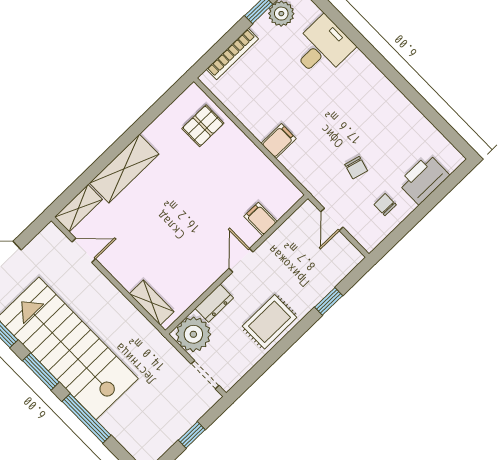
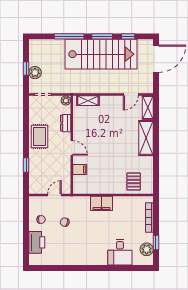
filing cabinet: (279, 141) -> (102, 203), width x2.00
door: (332, 219) -> (54, 195), hinge flipped
plant: (193, 334) -> (66, 100), width x0.53, depth x0.53
plant: (185, 416) -> (35, 73), added

